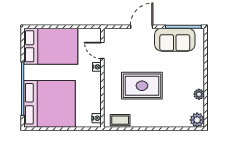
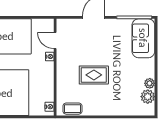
sofa: (175, 40) -> (143, 38), moved, turned 90
rug: (142, 86) -> (94, 75), width x0.73, depth x0.70
plant: (197, 120) -> (148, 97), moved

